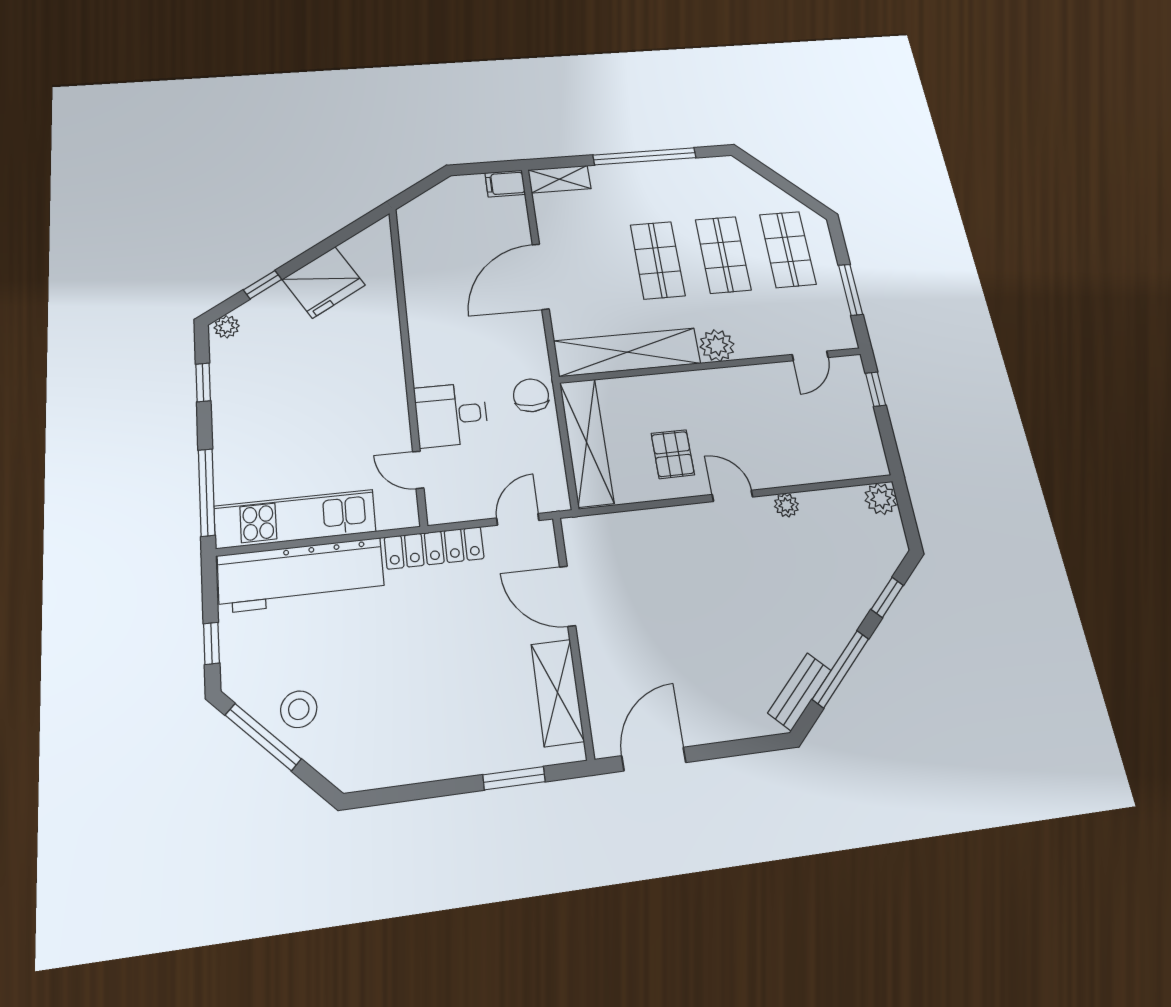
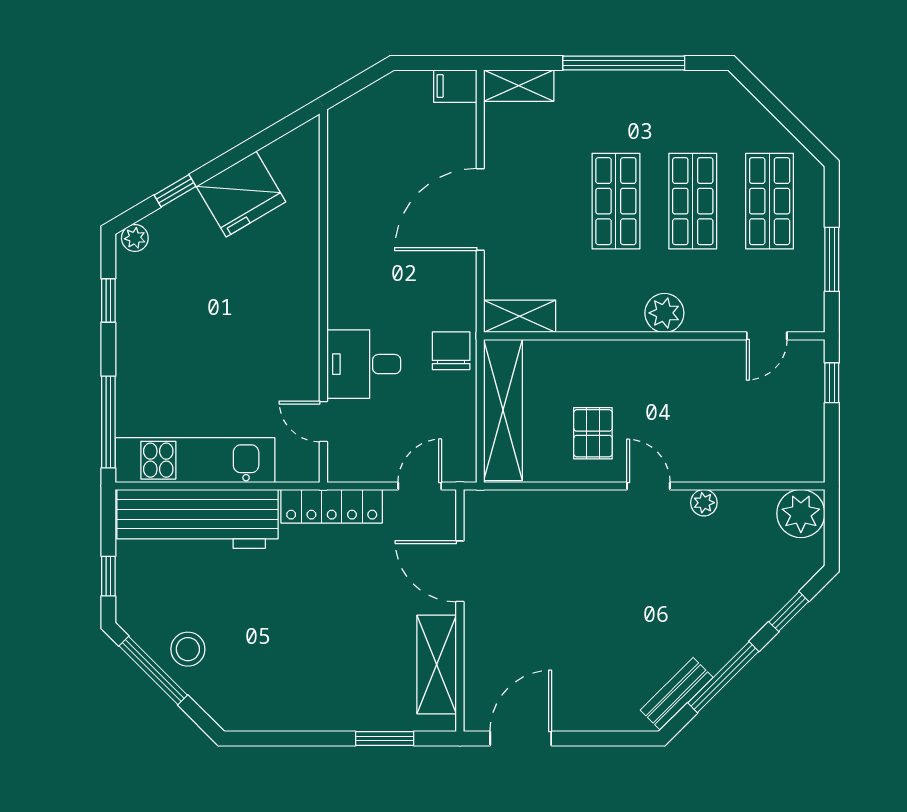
shelving: (627, 352) -> (520, 316), width x0.45, depth x0.75
plant: (881, 499) -> (801, 514), width x1.36, depth x1.36

